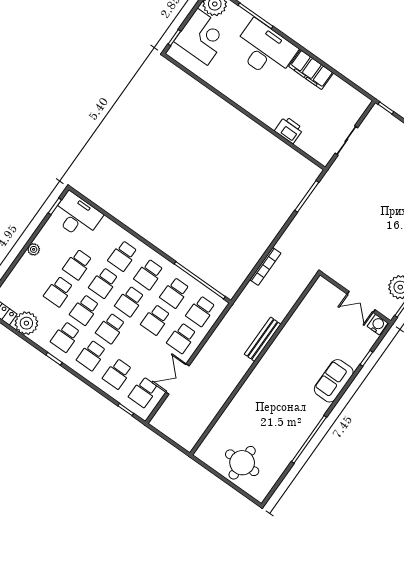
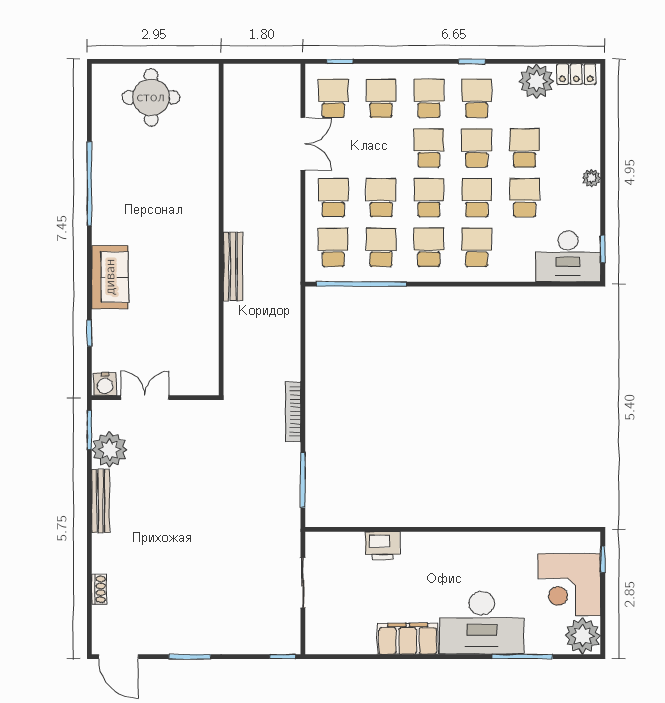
bookcase: (265, 266) -> (293, 412), moved

